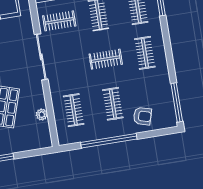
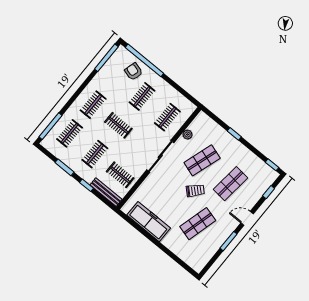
sliding door: (41, 57) -> (160, 156), moved
window: (109, 141) -> (144, 60), moved

